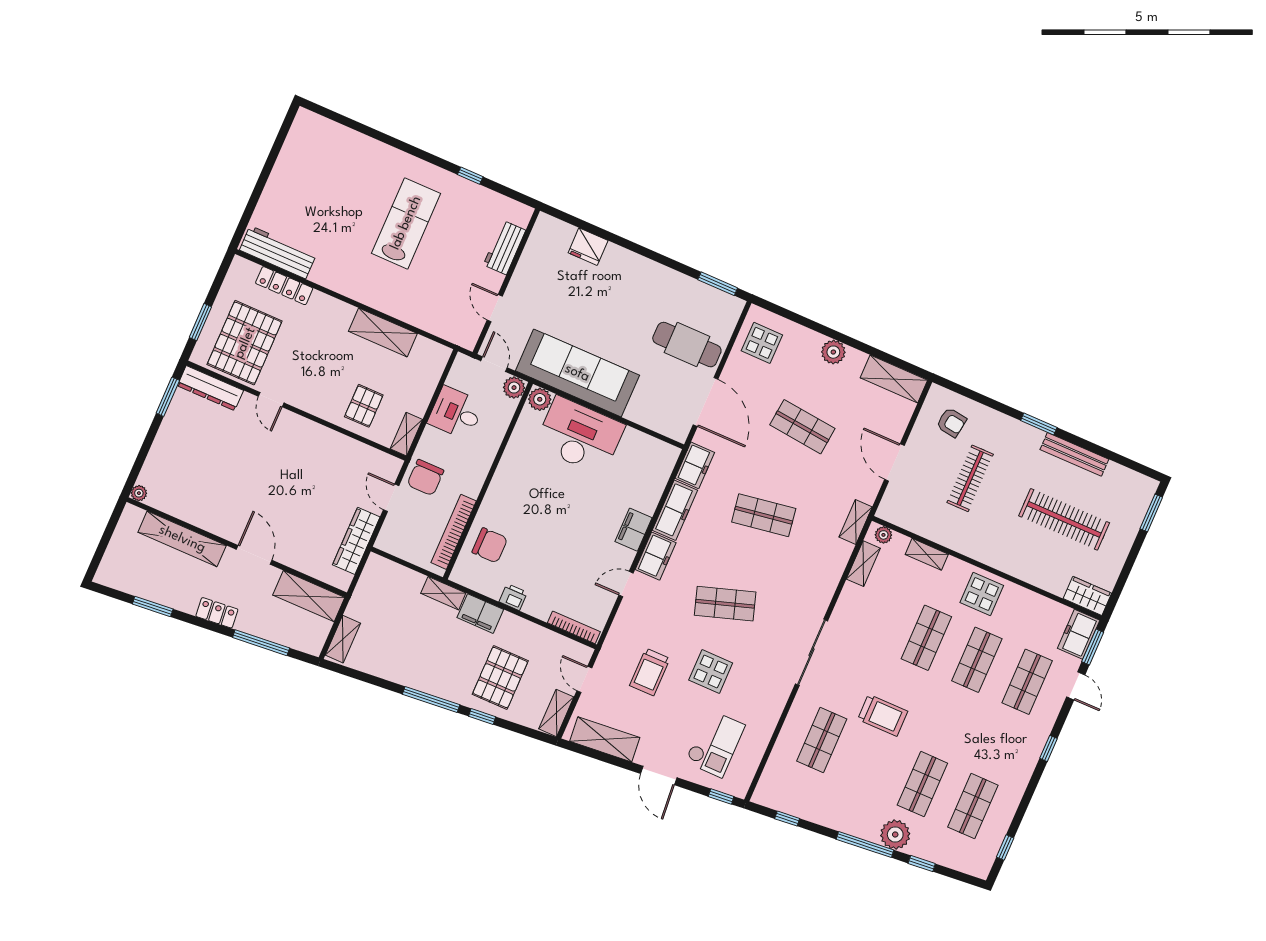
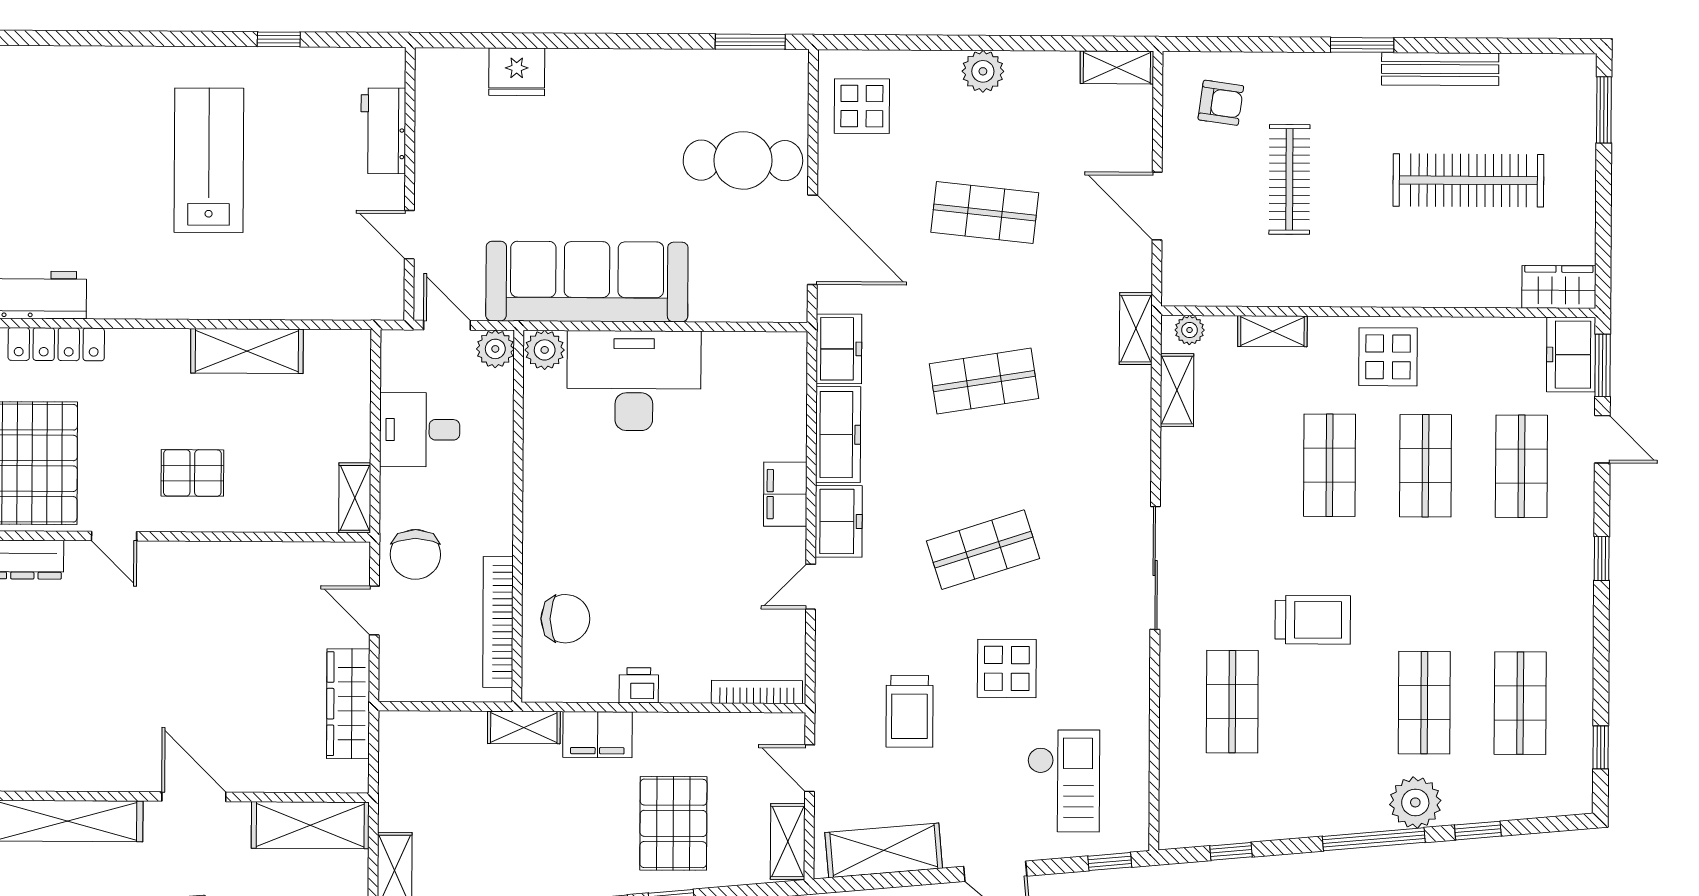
shelving: (894, 379) -> (1117, 67), width x0.67, depth x0.75
pallet: (364, 406) -> (192, 473), moved, turned 90

